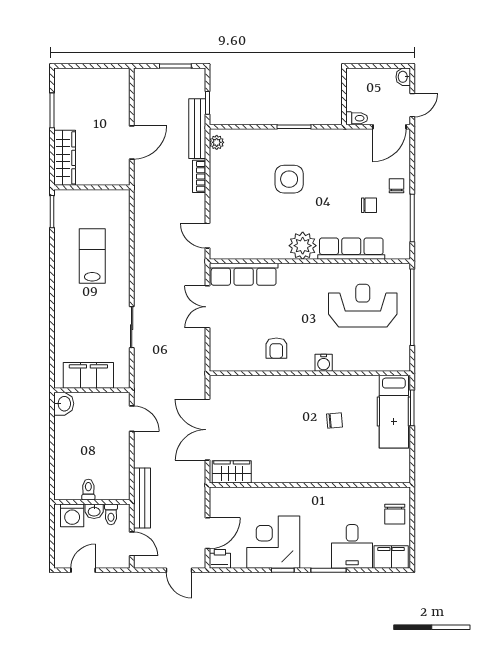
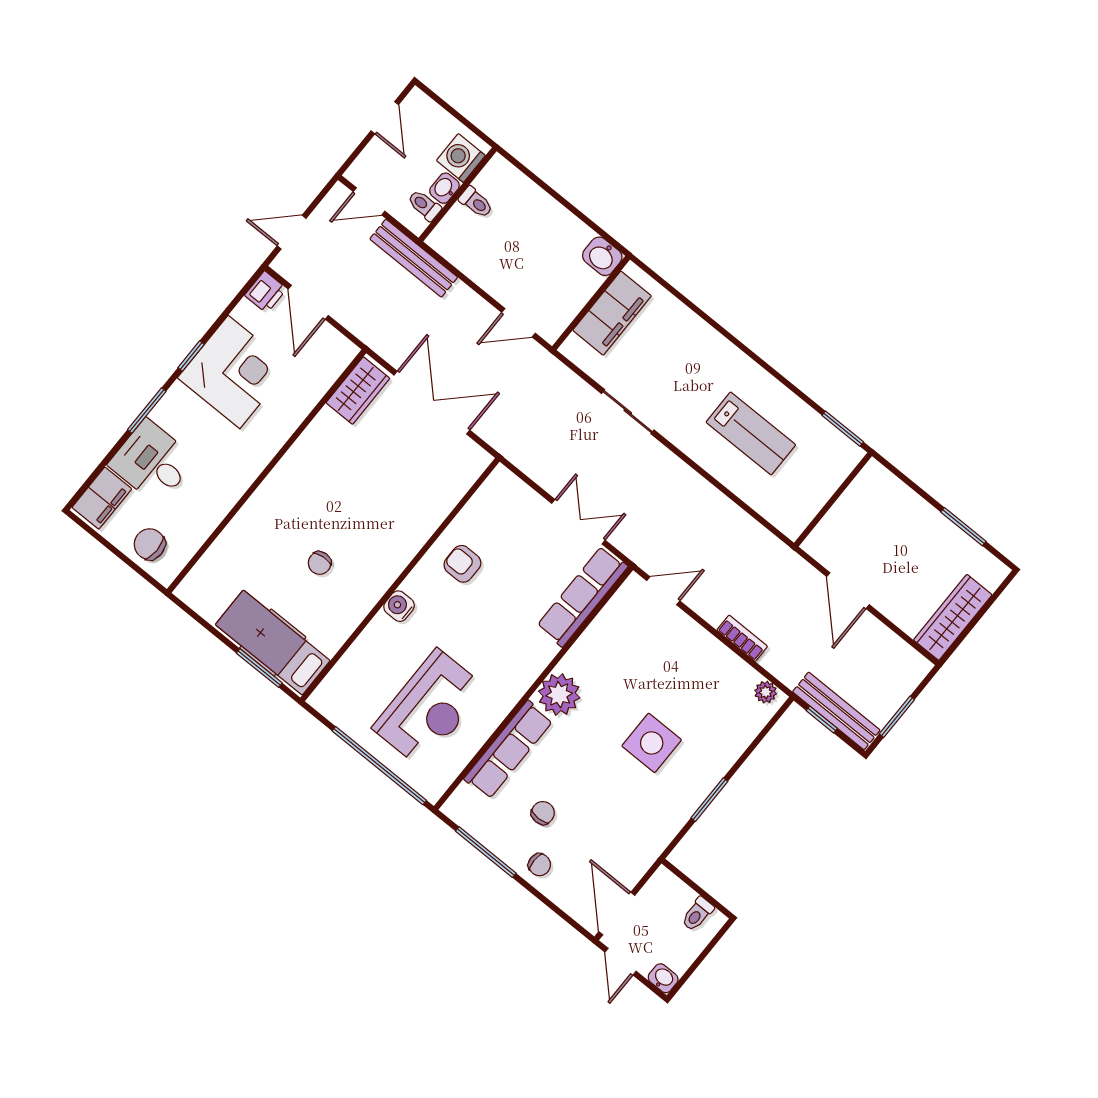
toilet: (357, 118) -> (697, 914), moved
bench: (197, 129) -> (836, 711), moved
wardrobe: (65, 158) -> (953, 617), moved, turned 90
chair: (369, 205) -> (543, 813), turned 180

